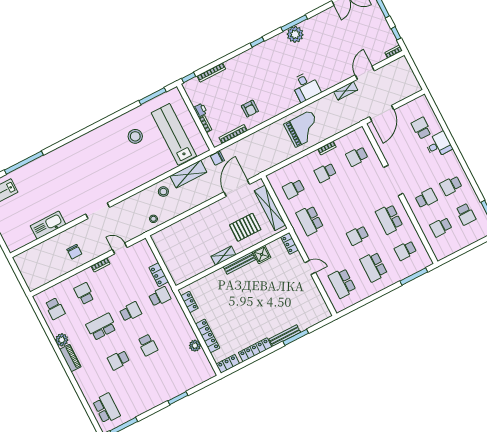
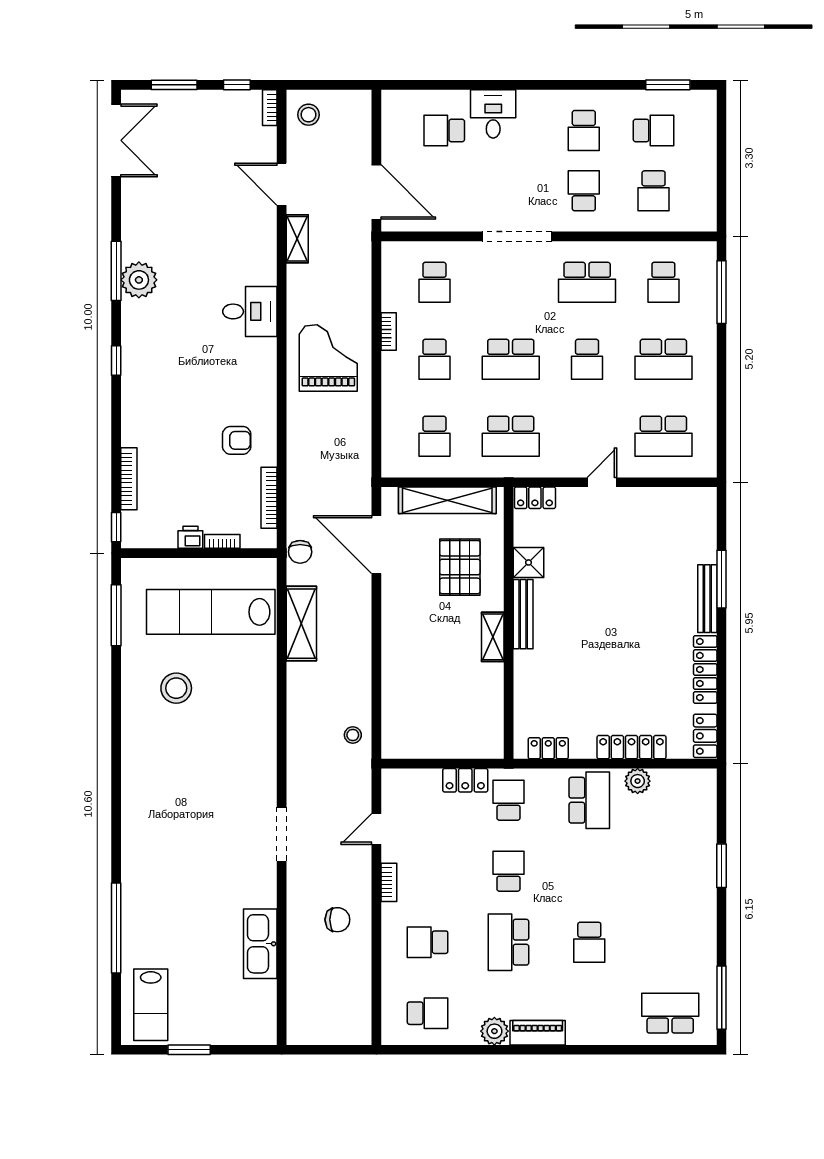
stool: (163, 192) -> (309, 115), moved
school desk: (341, 204) -> (511, 359), added
school desk: (148, 345) -> (589, 800), moved, width x1.85

